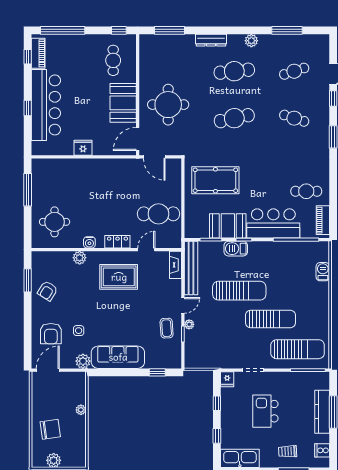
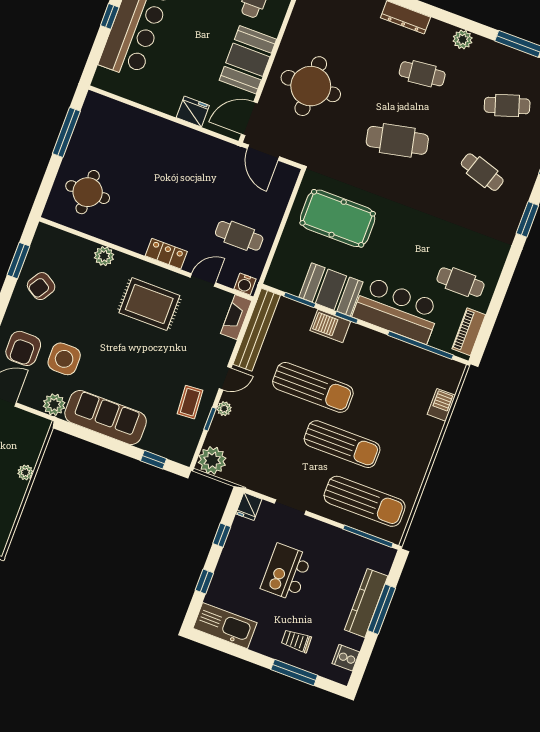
cafe table: (234, 71) -> (422, 74), width x0.73, depth x0.74
fridge: (83, 148) -> (193, 112), moved
cafe table: (158, 214) -> (239, 236), width x0.73, depth x0.74
water cooler: (89, 242) -> (245, 284), moved
side table: (79, 331) -> (64, 359), width x1.87, depth x1.87
plant: (194, 359) -> (212, 460), added

